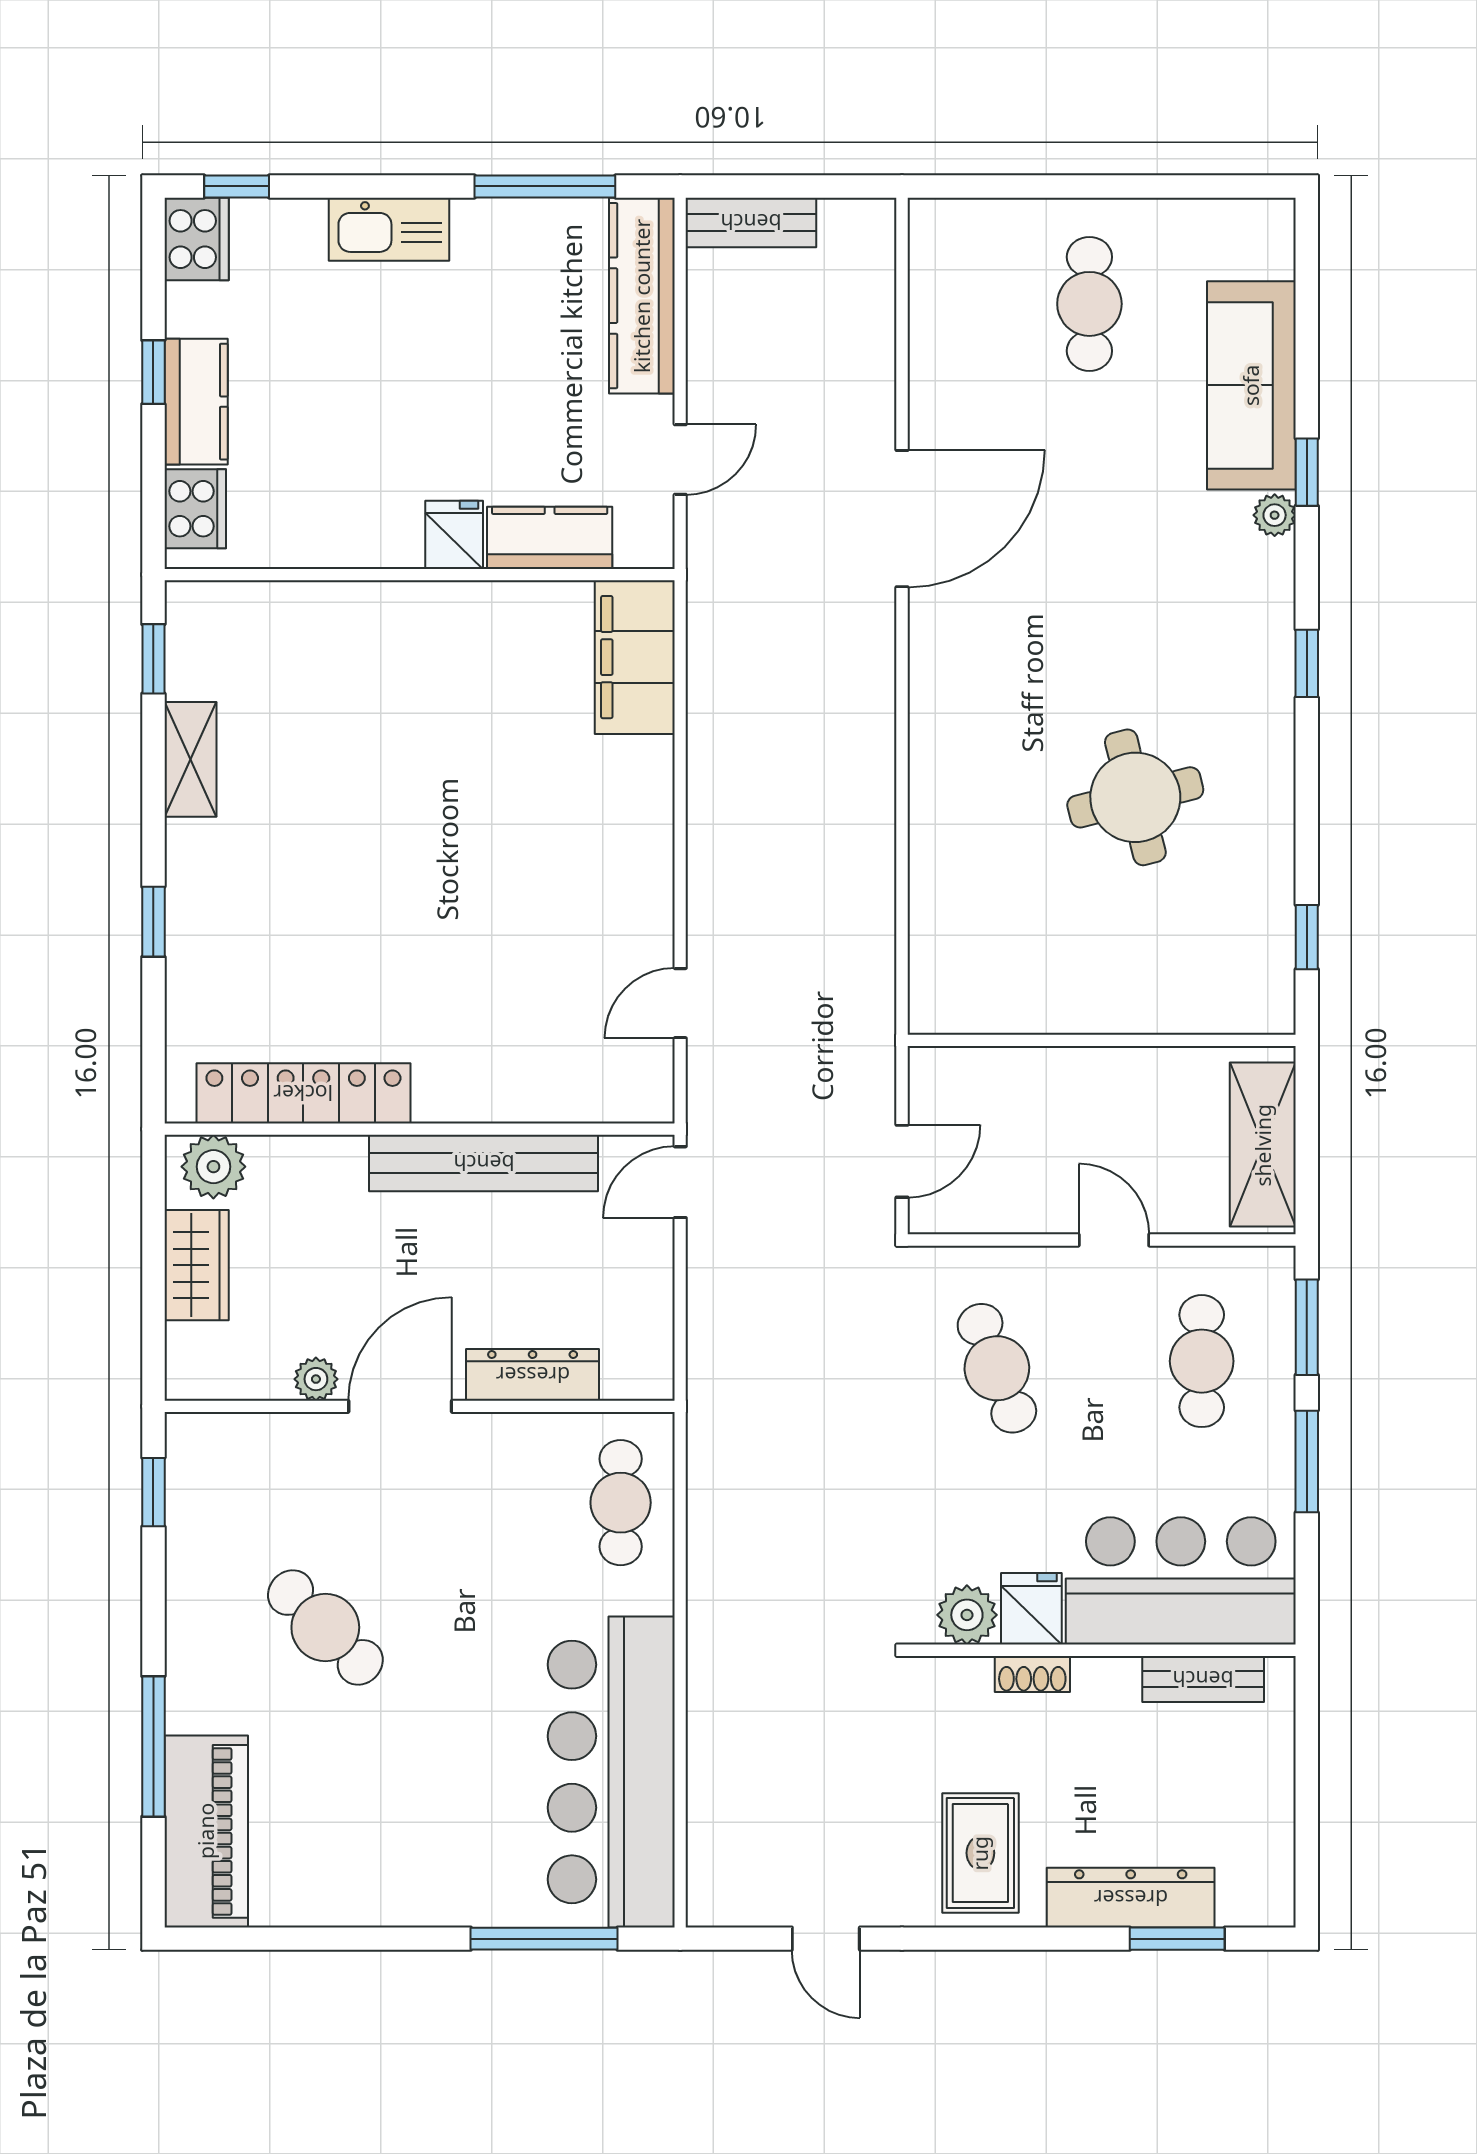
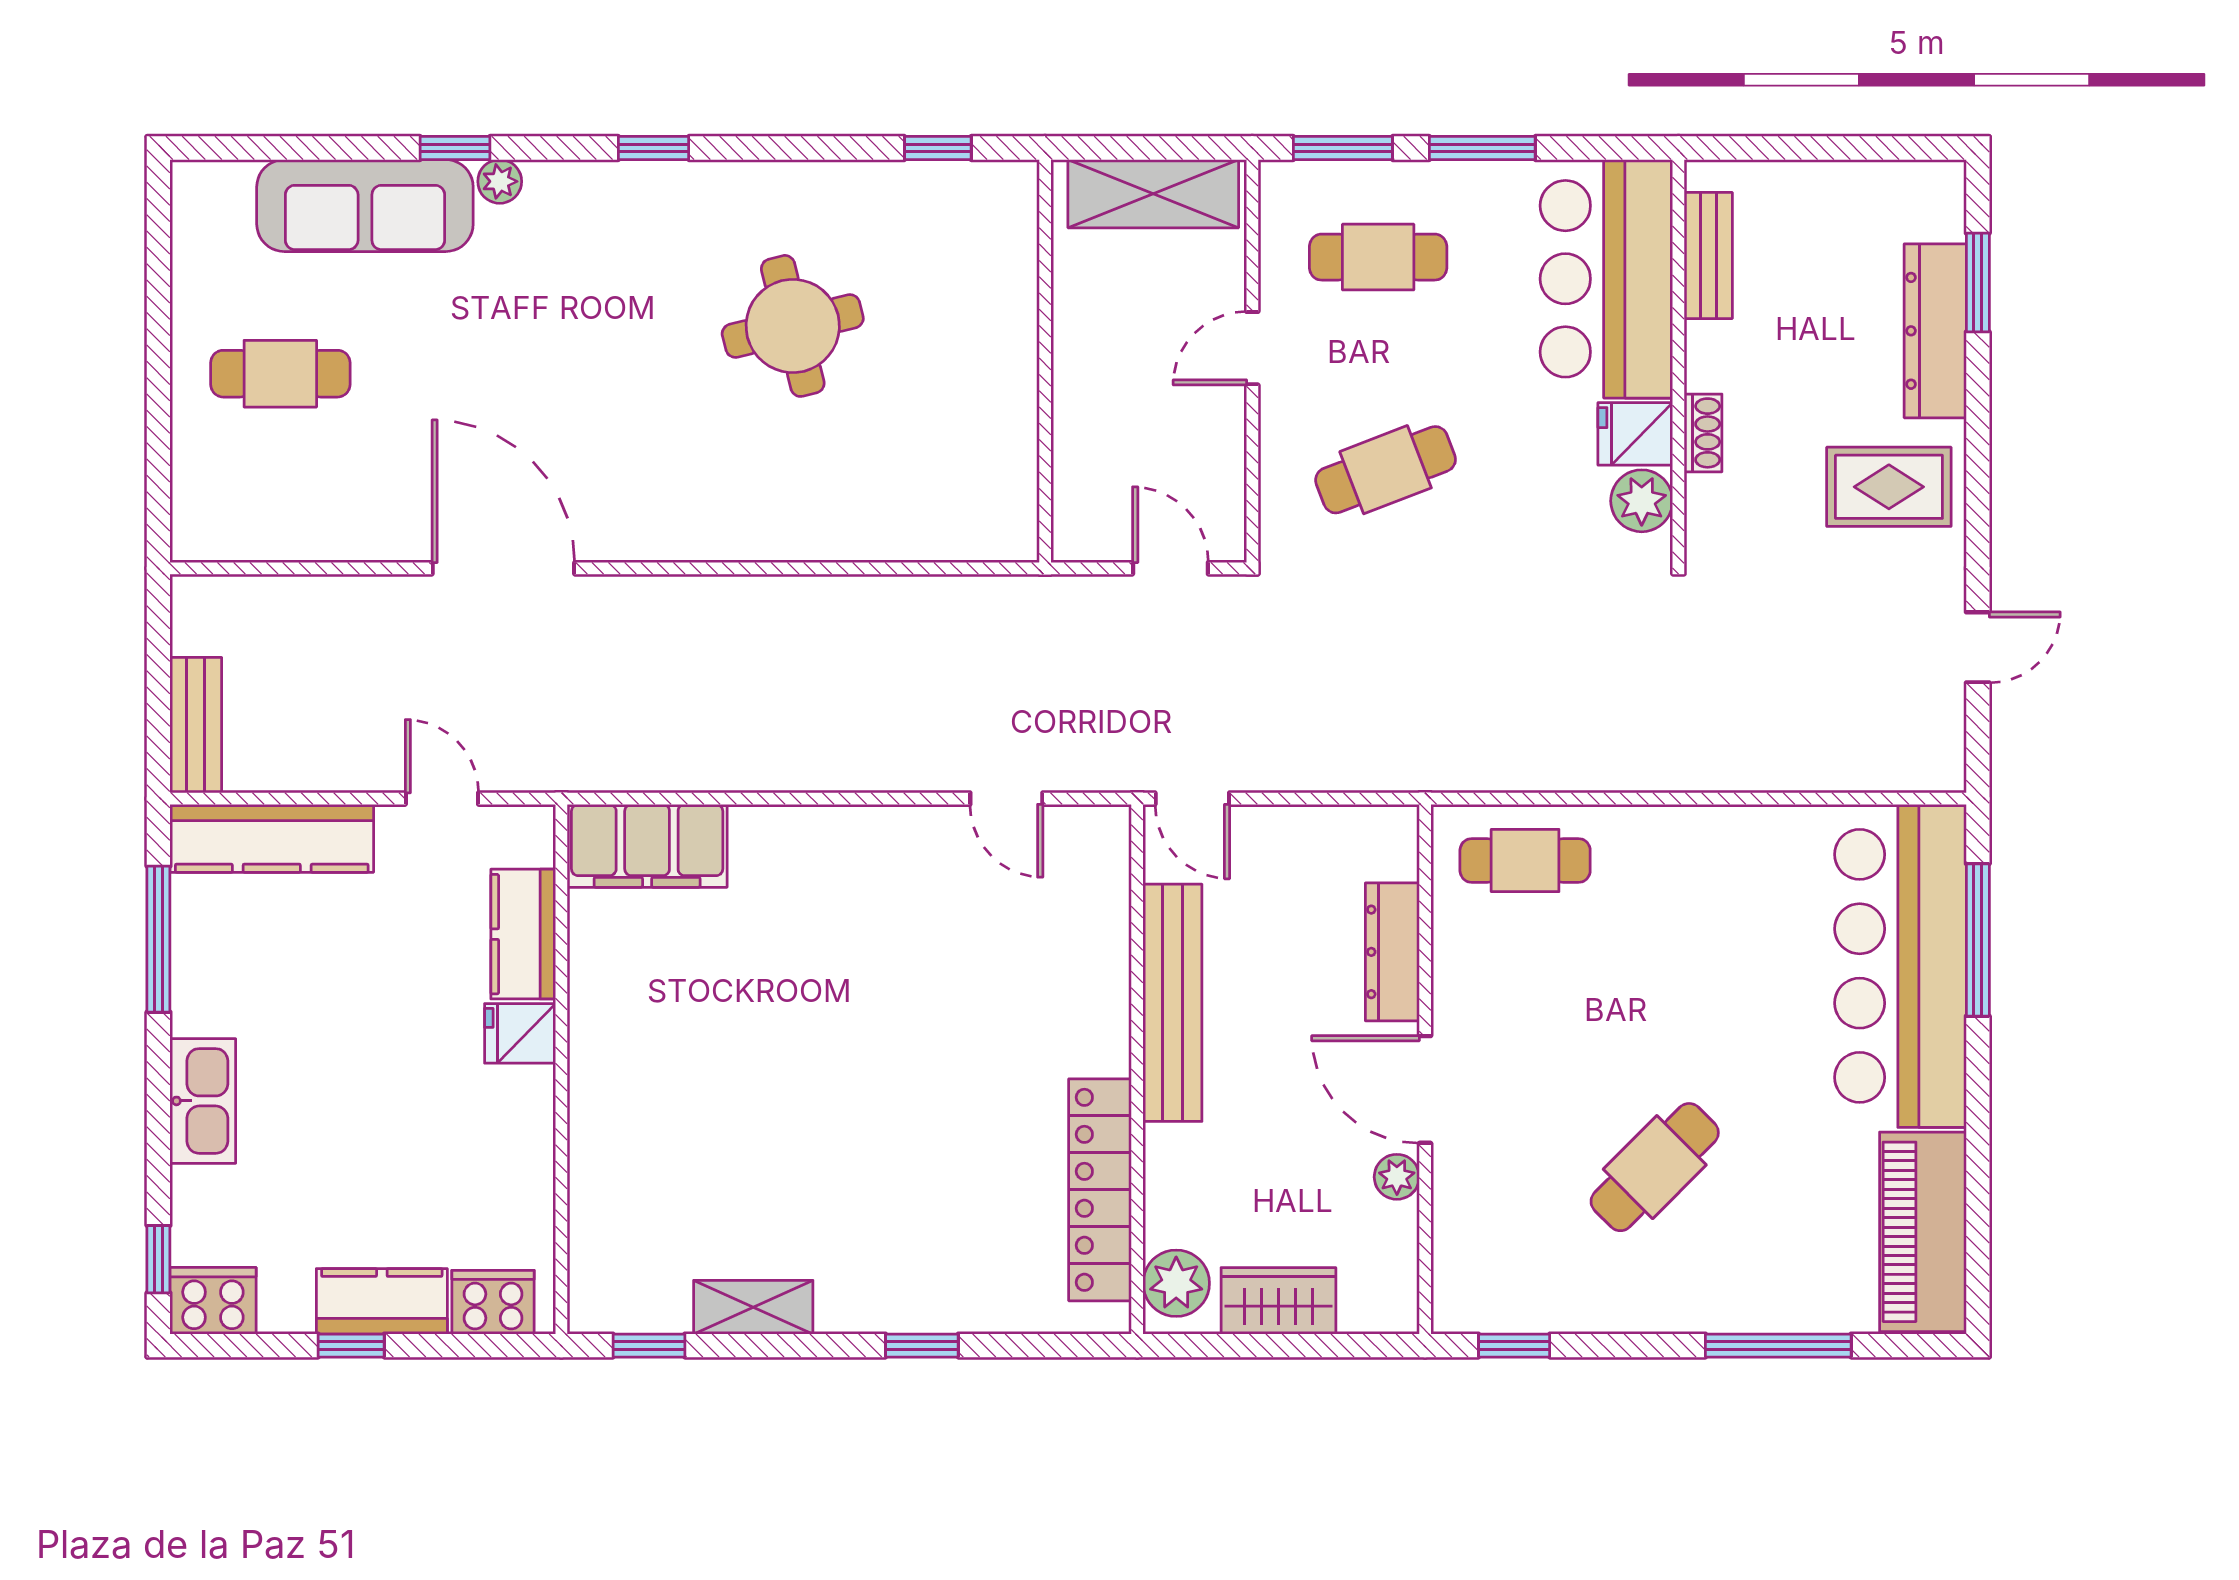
bar counter: (611, 1772) -> (1900, 966), moved, turned 90
piano: (206, 1831) -> (1923, 1232), moved, turned -90

